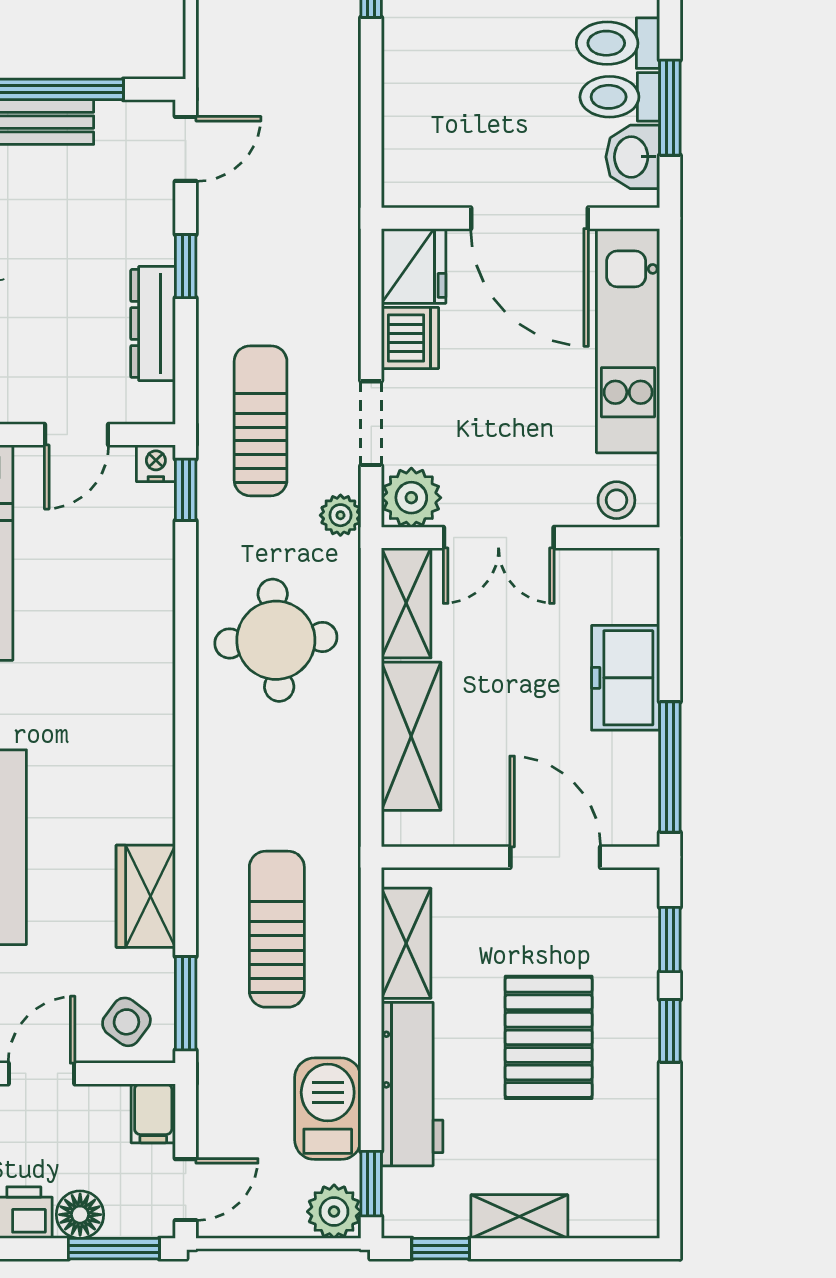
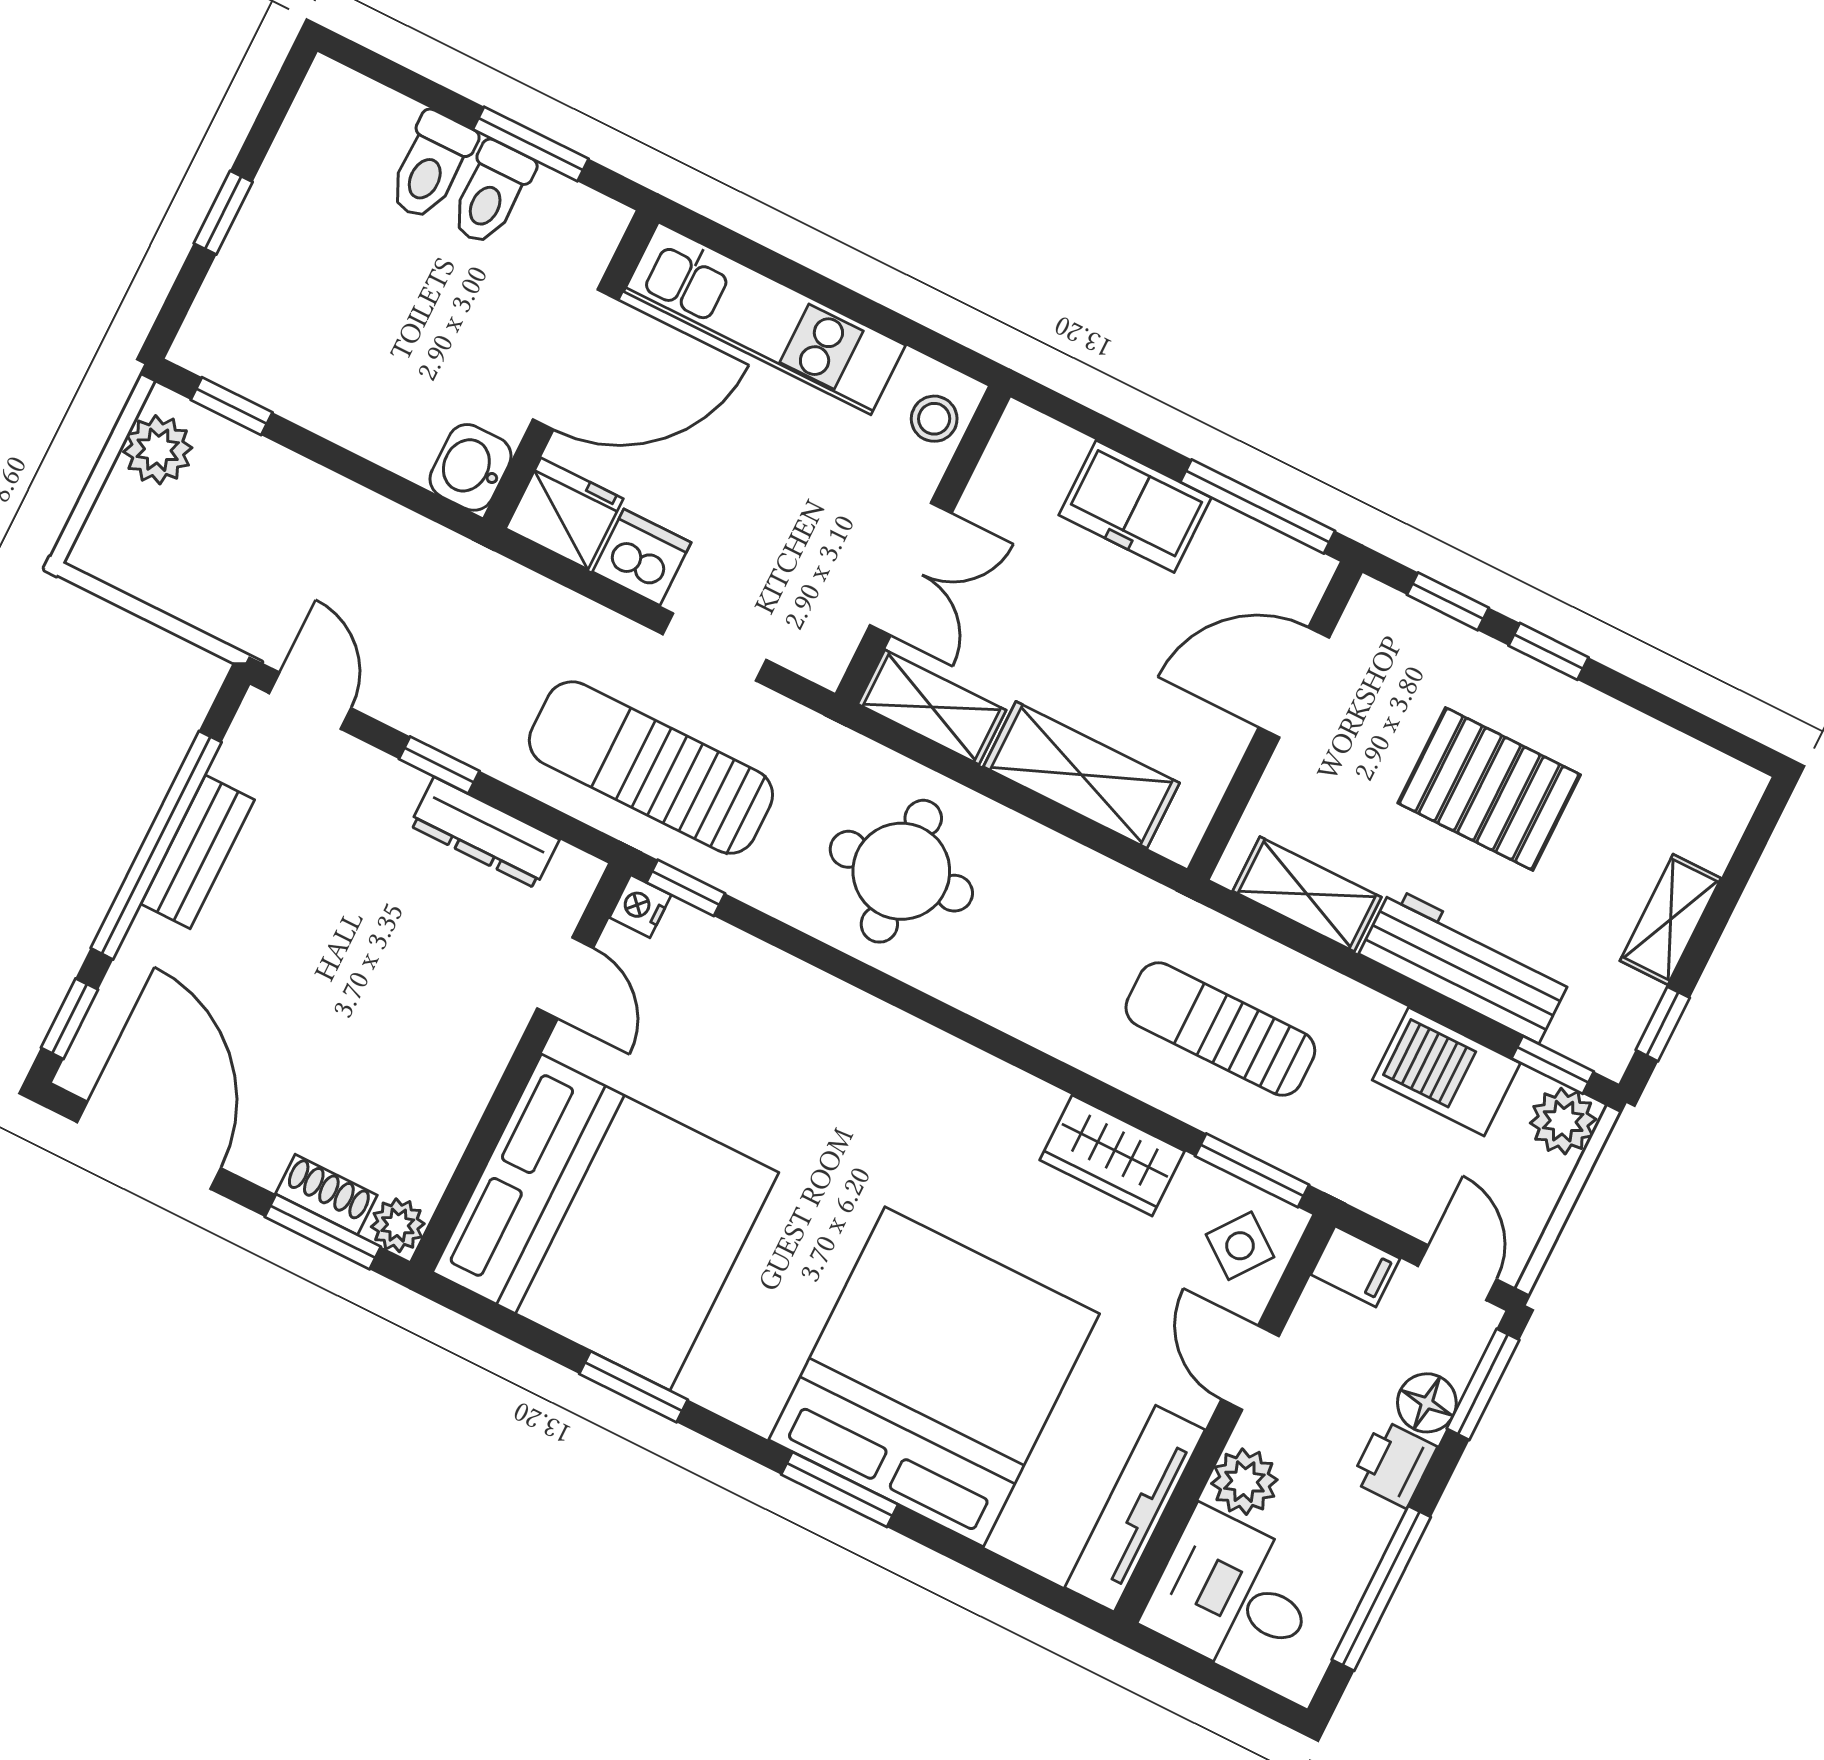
washbasin: (633, 157) -> (471, 467), moved, turned 90
sun lounger: (261, 421) -> (651, 768), width x1.36, depth x1.34
plant: (411, 498) -> (819, 644), removed
plant: (340, 515) -> (799, 731), removed

